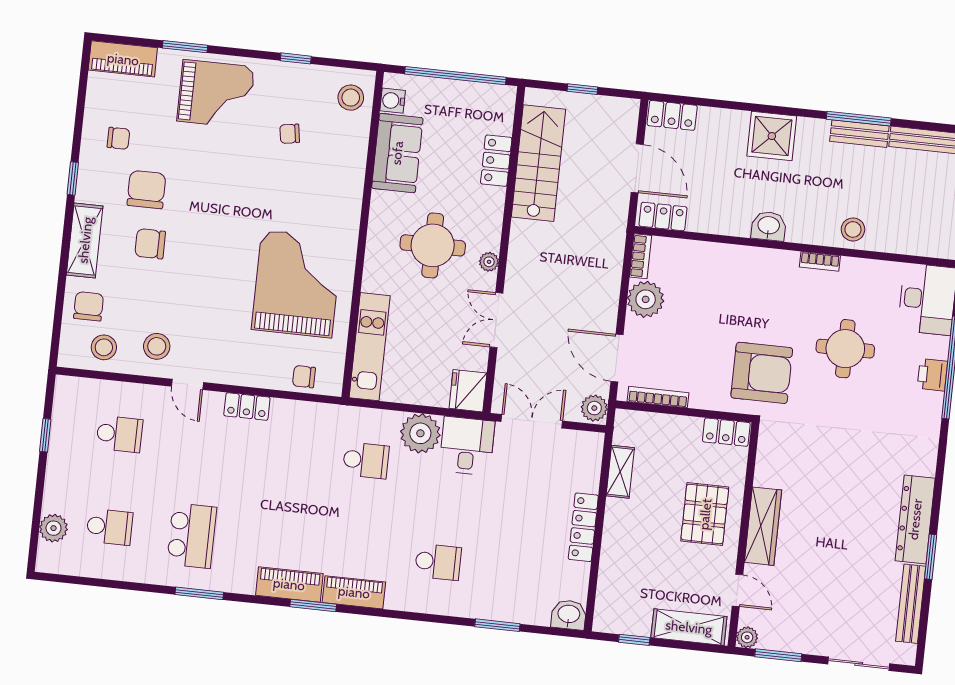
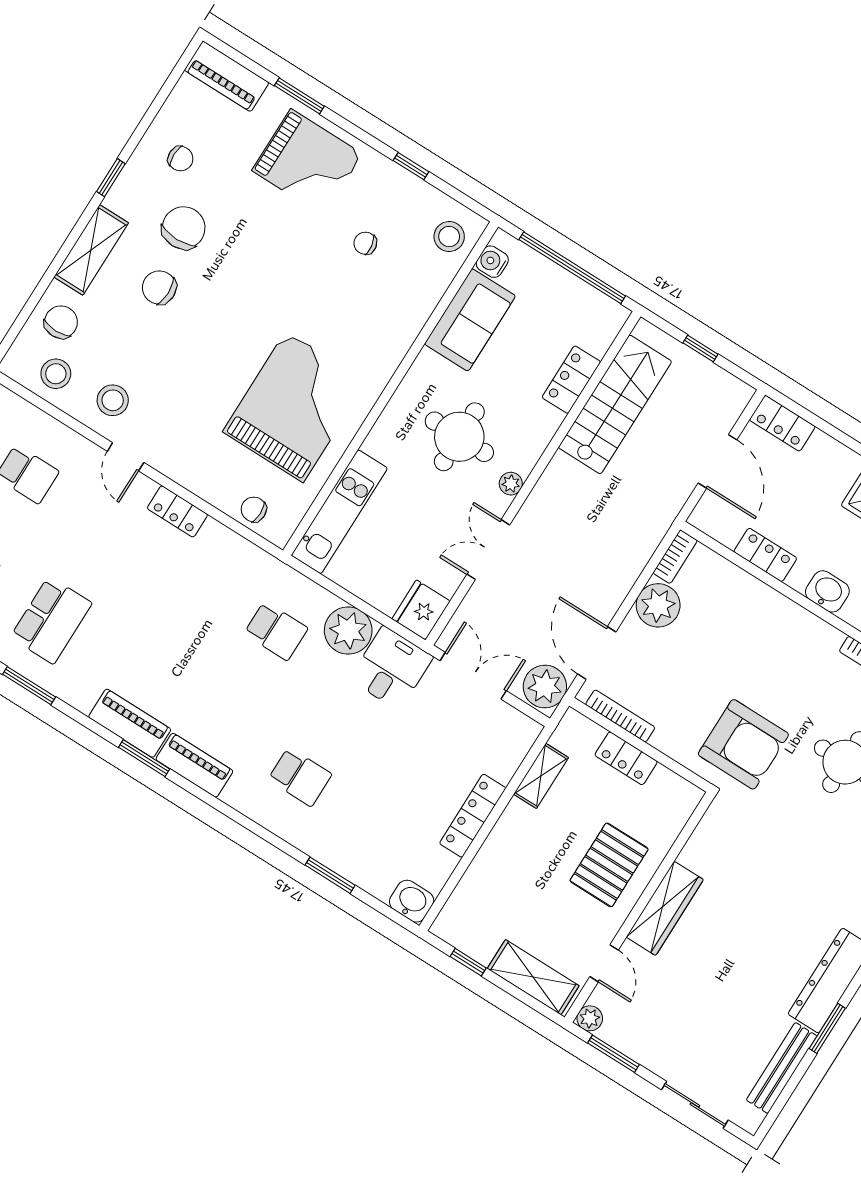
locker: (663, 217) -> (765, 555), moved
plant: (594, 408) -> (545, 687), width x1.36, depth x1.36
locker: (726, 432) -> (626, 758), moved

